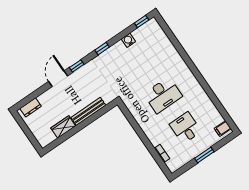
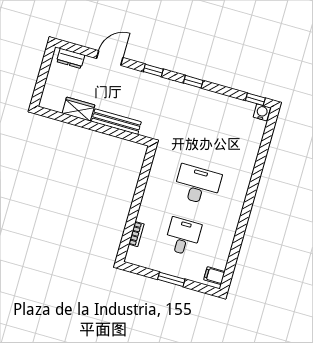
water cooler: (128, 40) -> (262, 112), moved
door: (58, 79) -> (110, 58), moved
desk: (163, 95) -> (198, 185), turned 180

